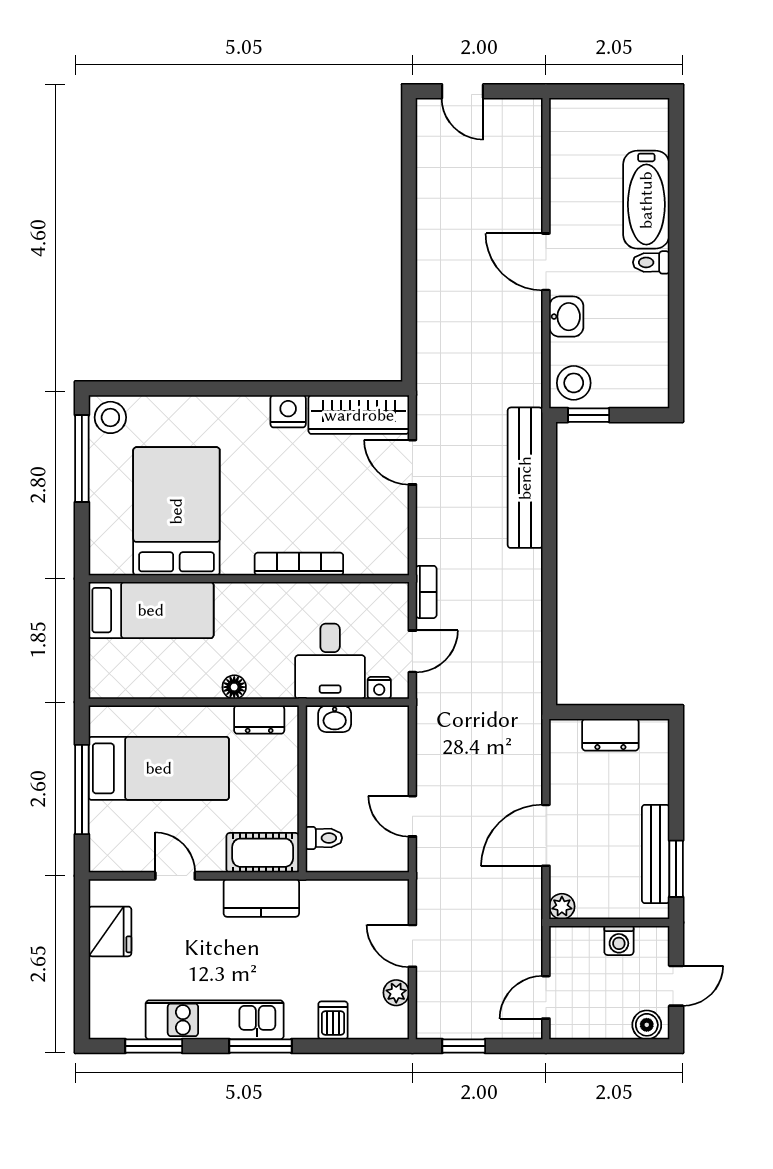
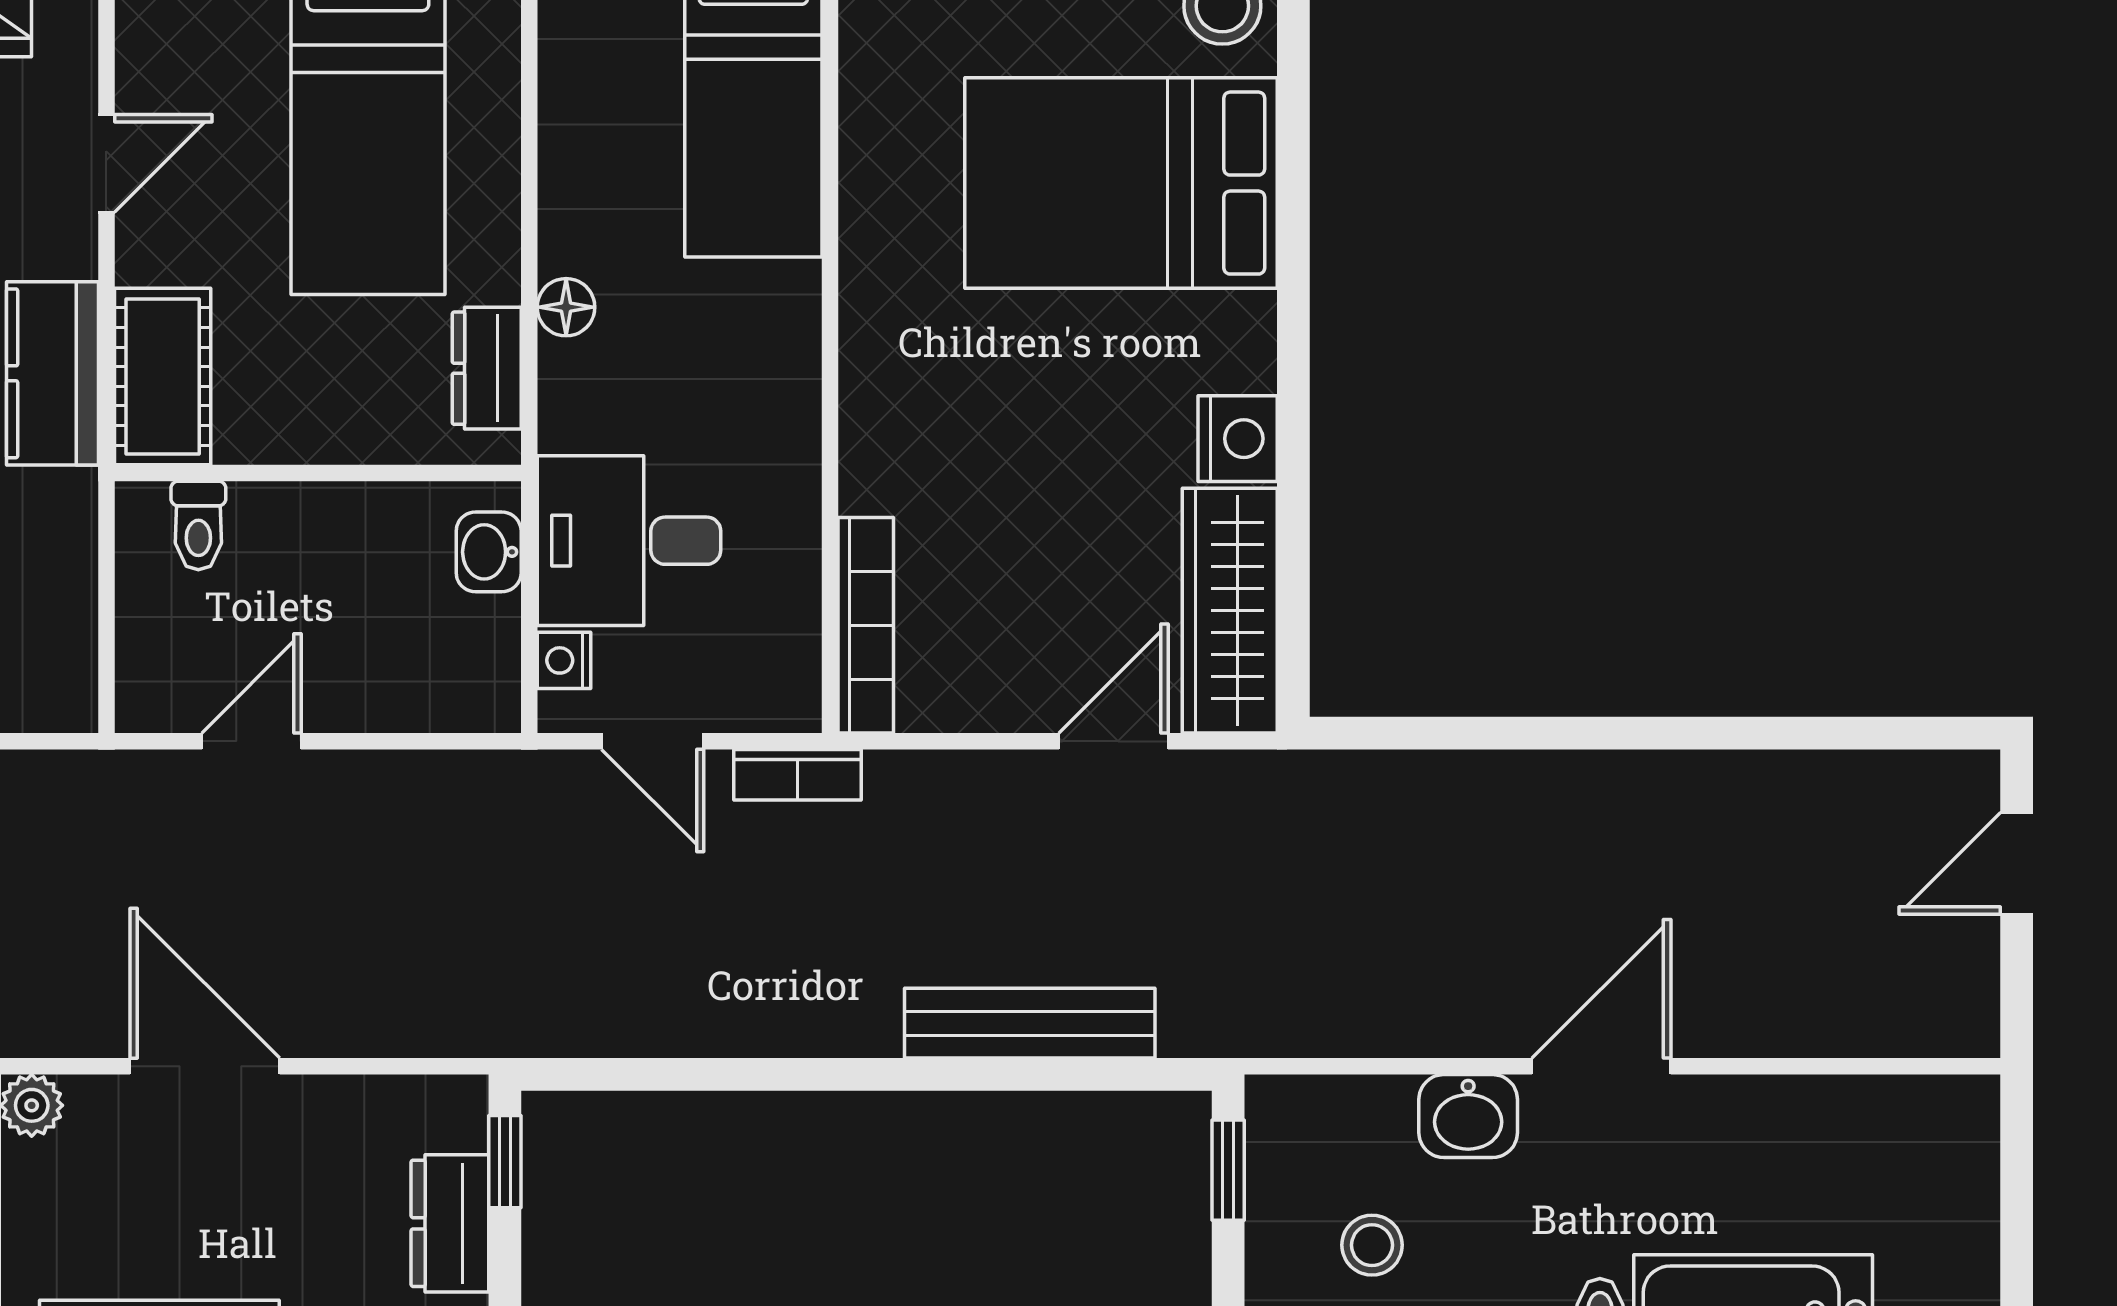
stool: (574, 383) -> (1372, 1245), moved, width x0.73, depth x0.73
bench: (525, 478) -> (1030, 1023), width x0.73, depth x0.82
bed: (176, 511) -> (1121, 183), moved, turned 180
bookcase: (299, 564) -> (866, 625), moved
window: (585, 712) -> (505, 1162), added

